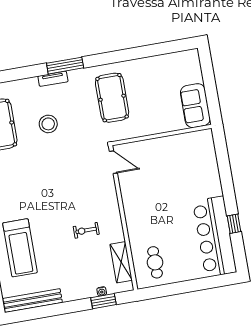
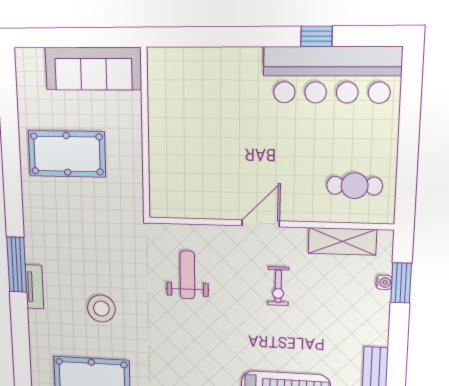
pool table: (112, 98) -> (67, 154), moved
sofa: (195, 106) -> (93, 69), width x1.36
door: (113, 162) -> (261, 223), moved
weight bench: (81, 174) -> (187, 275), added

